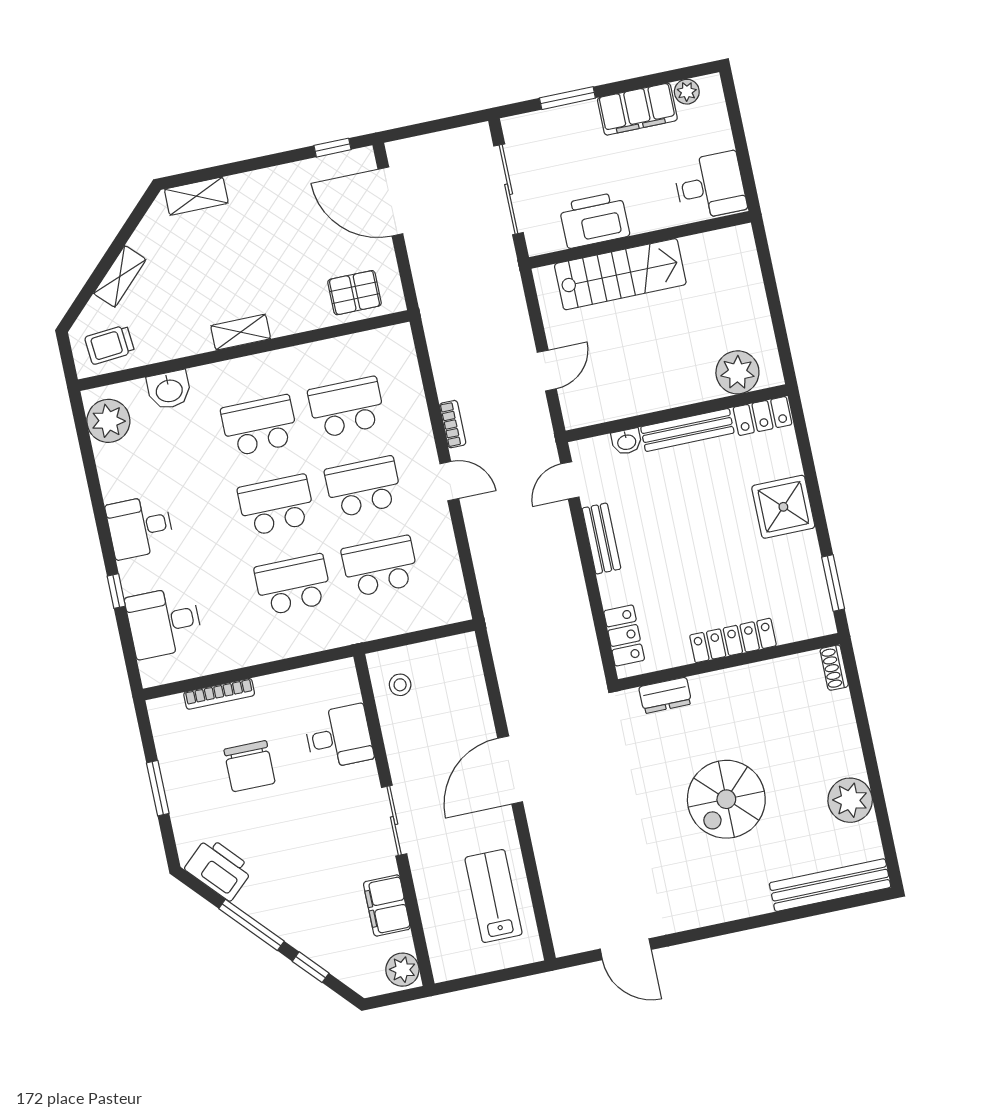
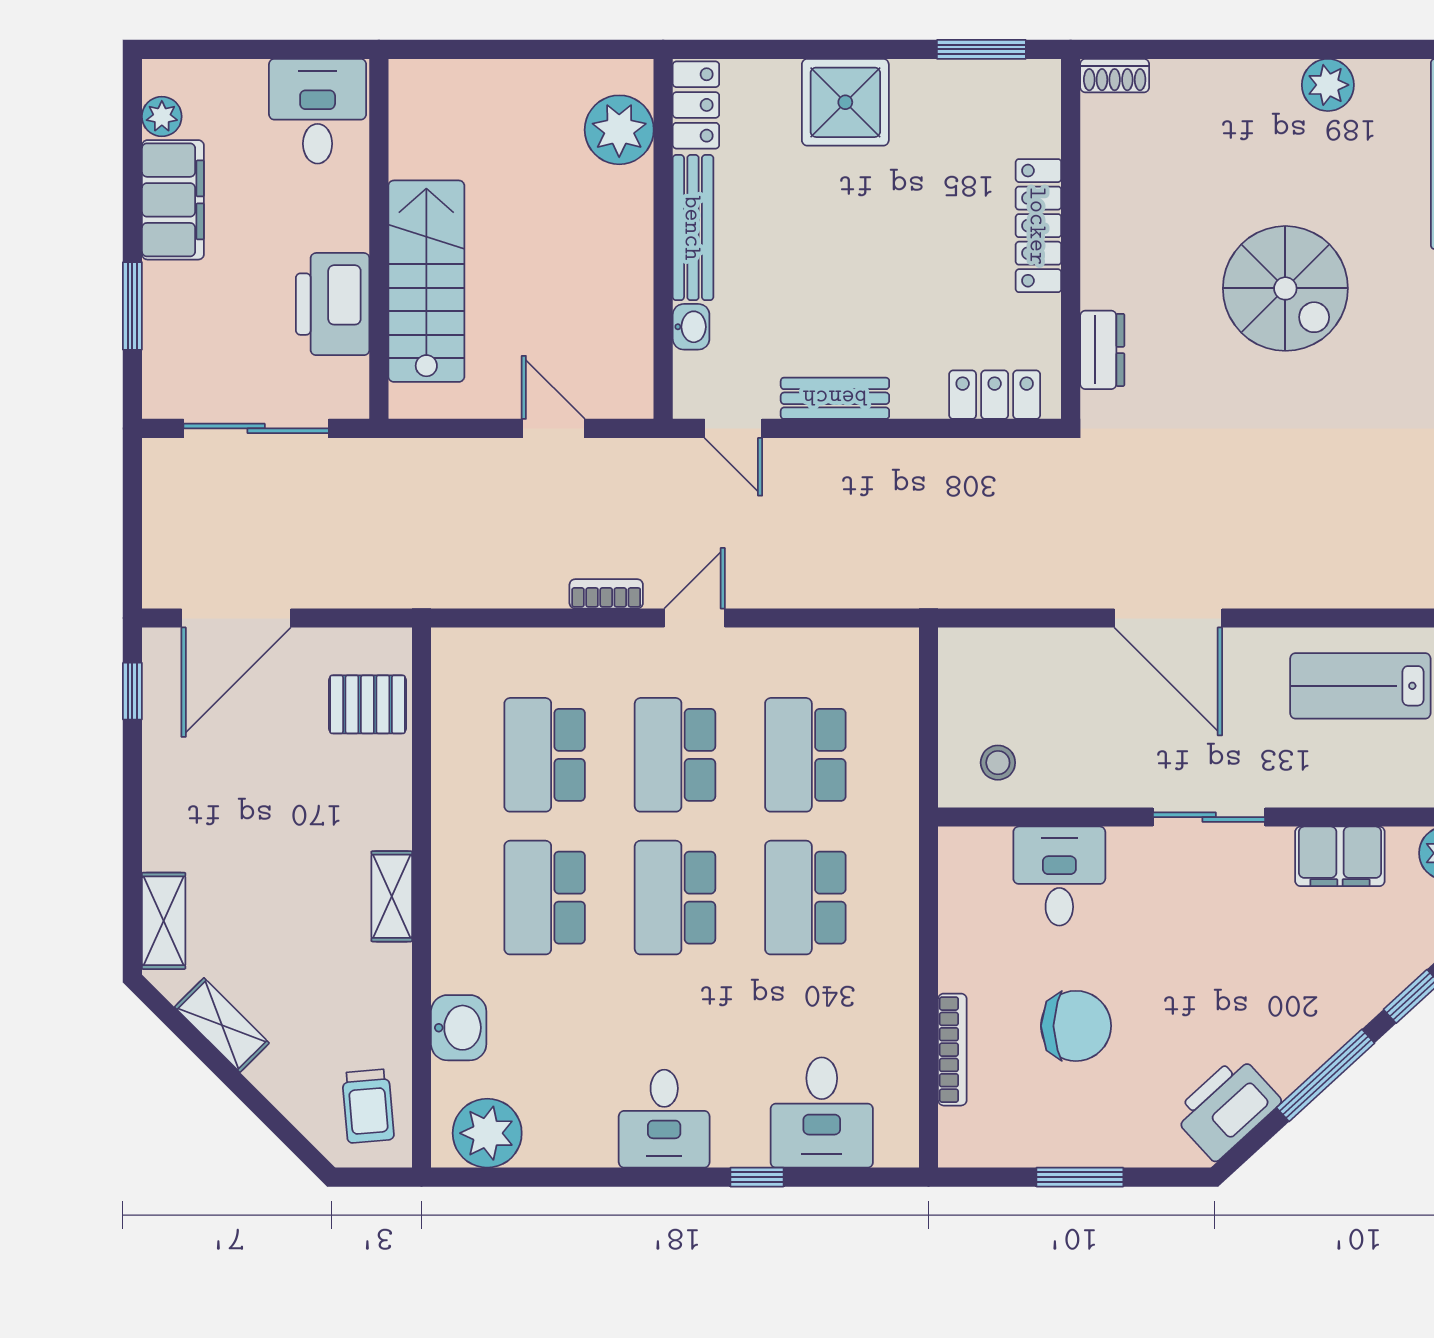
shelving: (120, 276) -> (222, 1025), moved
pallet: (355, 293) -> (367, 704), turned 90
plant: (850, 800) -> (1328, 85), width x0.73, depth x0.73

